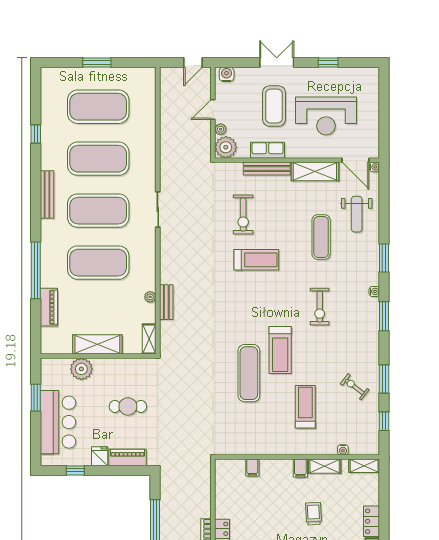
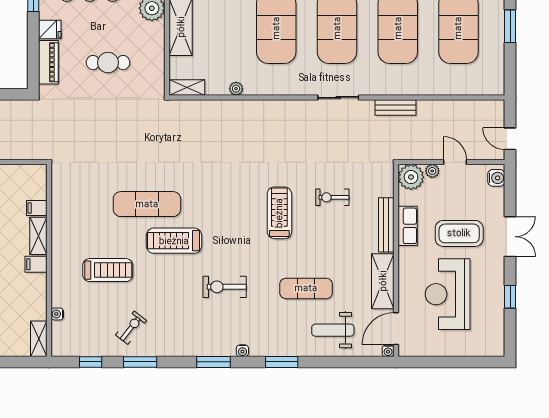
exercise bike: (243, 215) -> (332, 197), width x0.73, depth x0.72
treadmill: (256, 260) -> (279, 213), turned 180
bench: (166, 302) -> (396, 108), moved
cafe table: (128, 406) -> (108, 63), turned 90
shelving: (325, 466) -> (38, 236), moved

